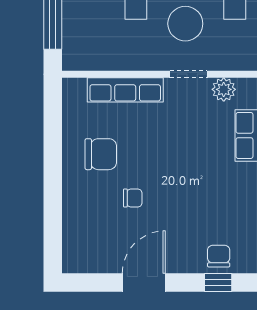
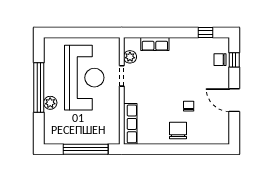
row of seats: (125, 90) -> (130, 124), moved
chair: (101, 154) -> (178, 131), moved

